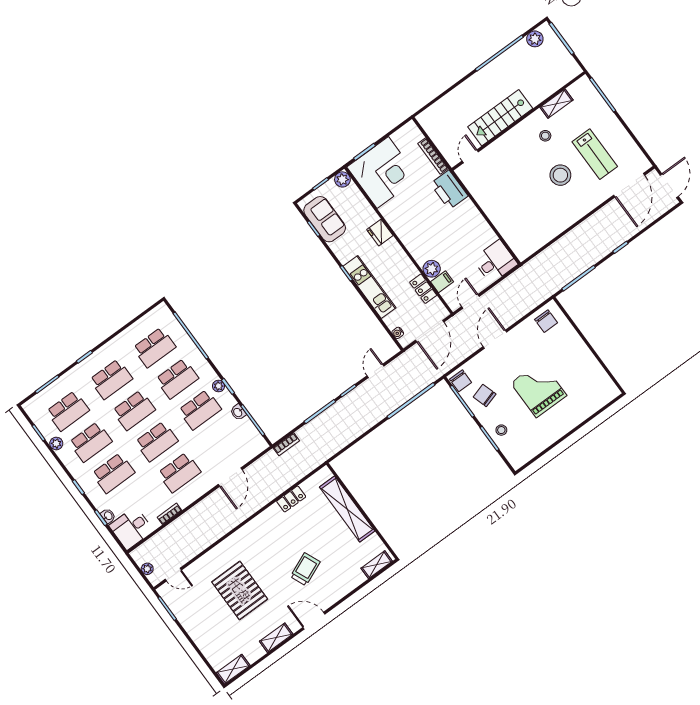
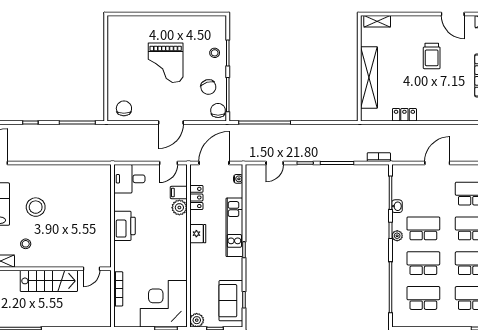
printer: (449, 190) -> (124, 226), moved
fridge: (380, 233) -> (198, 234), moved
trolley: (305, 569) -> (432, 56), turned -67

